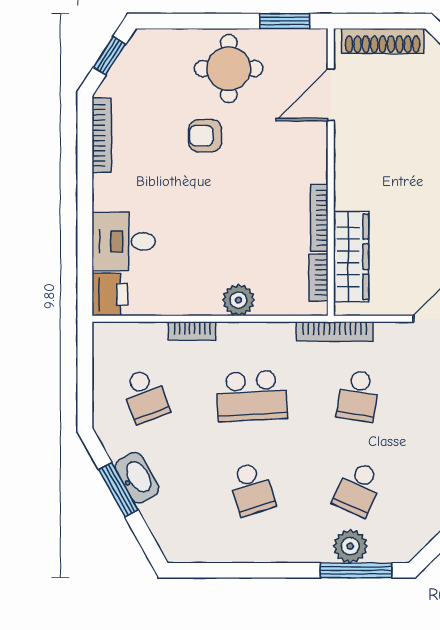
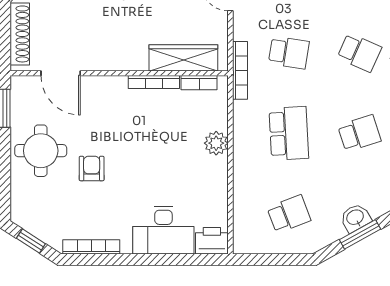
armchair: (205, 136) -> (92, 168), turned 180
desk: (124, 241) -> (163, 230), width x1.37
bookcase: (192, 331) -> (240, 178), removed
washbasin: (137, 478) -> (355, 218), width x0.72

